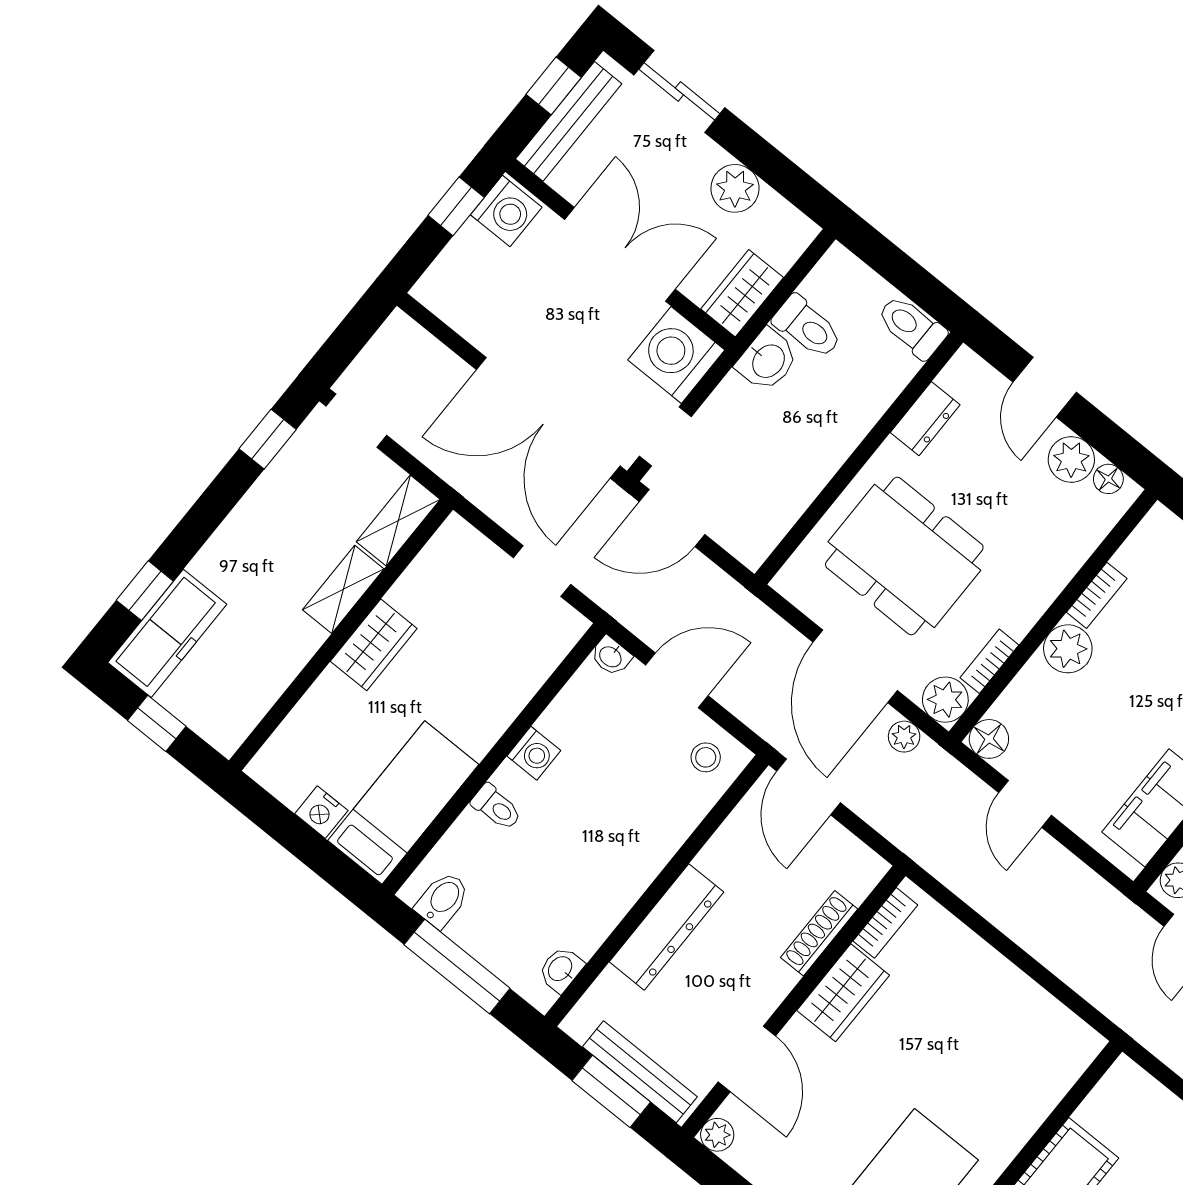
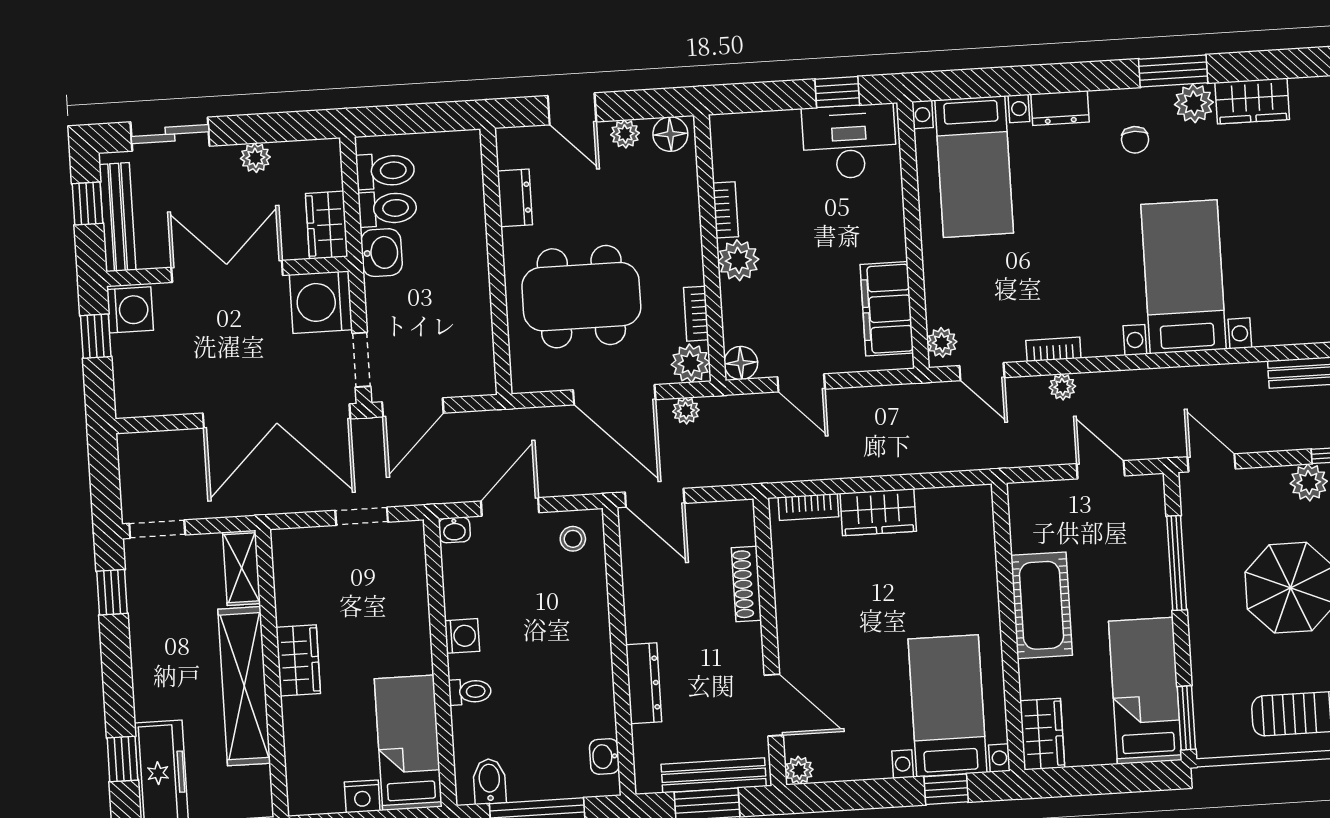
plant: (735, 188) -> (255, 158), width x0.73, depth x0.73
toilet: (911, 327) -> (385, 171), moved, turned 180
plant: (1071, 459) -> (625, 134), width x0.73, depth x0.73
floor lamp: (1108, 479) -> (670, 134), width x1.37, depth x1.37
shelving: (343, 589) -> (244, 686), width x2.20, depth x1.33
bookcase: (885, 923) -> (808, 507), moved, turned 90
dresser: (667, 927) -> (644, 683), width x0.73, depth x0.80
wardrobe: (843, 993) -> (878, 512), moved, turned 90

